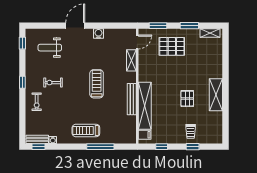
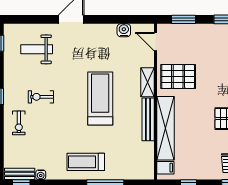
water cooler: (98, 34) -> (124, 30), moved
door: (137, 42) -> (155, 42), swing flipped
pallet: (172, 46) -> (178, 76), moved
shelving: (131, 60) -> (147, 82), moved
treadmill: (97, 84) -> (100, 99), width x1.37, depth x1.38

